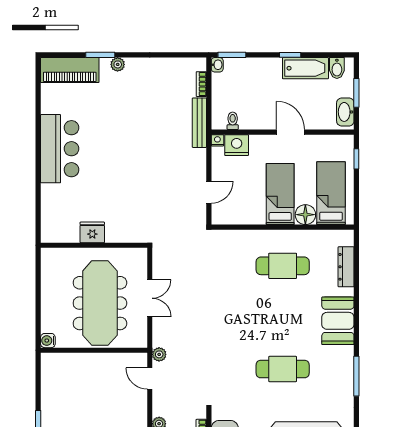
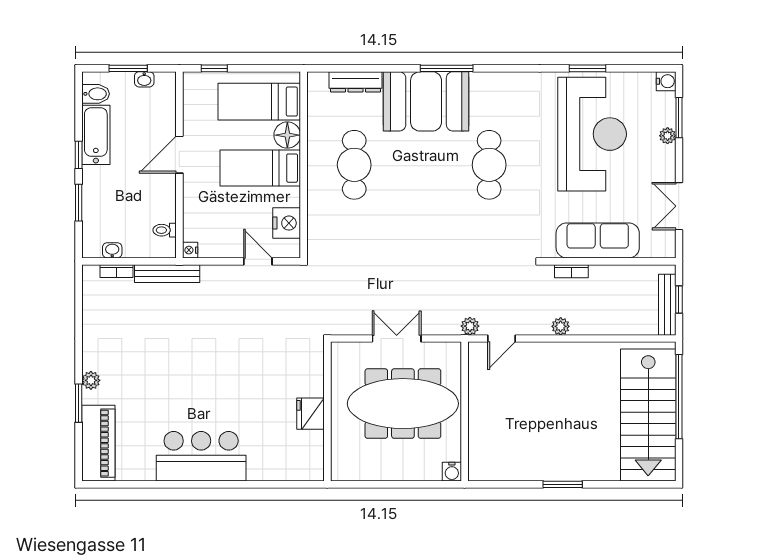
window: (232, 55) -> (79, 203), moved
washbasin: (217, 65) -> (112, 250), moved
washbasin: (345, 112) -> (144, 79), width x0.52, depth x0.69
nightstand: (237, 145) -> (287, 223), moved, turned 180
booth: (338, 321) -> (426, 101), width x1.36, depth x1.42
window: (356, 376) -> (447, 68), moved

